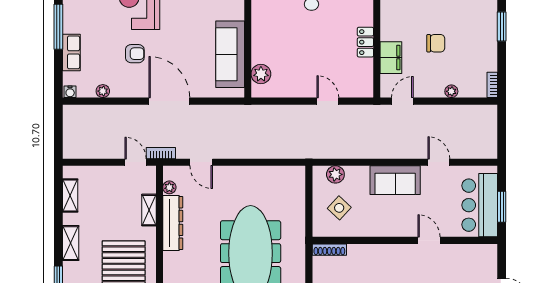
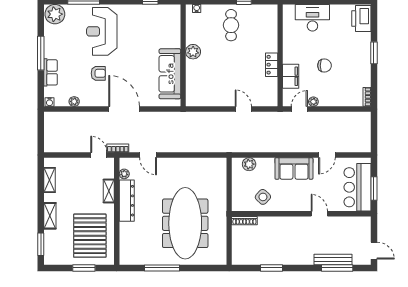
plant: (261, 74) -> (193, 52), moved
plant: (451, 91) -> (313, 102), moved
door: (439, 162) -> (327, 155), swing flipped
side table: (339, 208) -> (263, 197), moved

